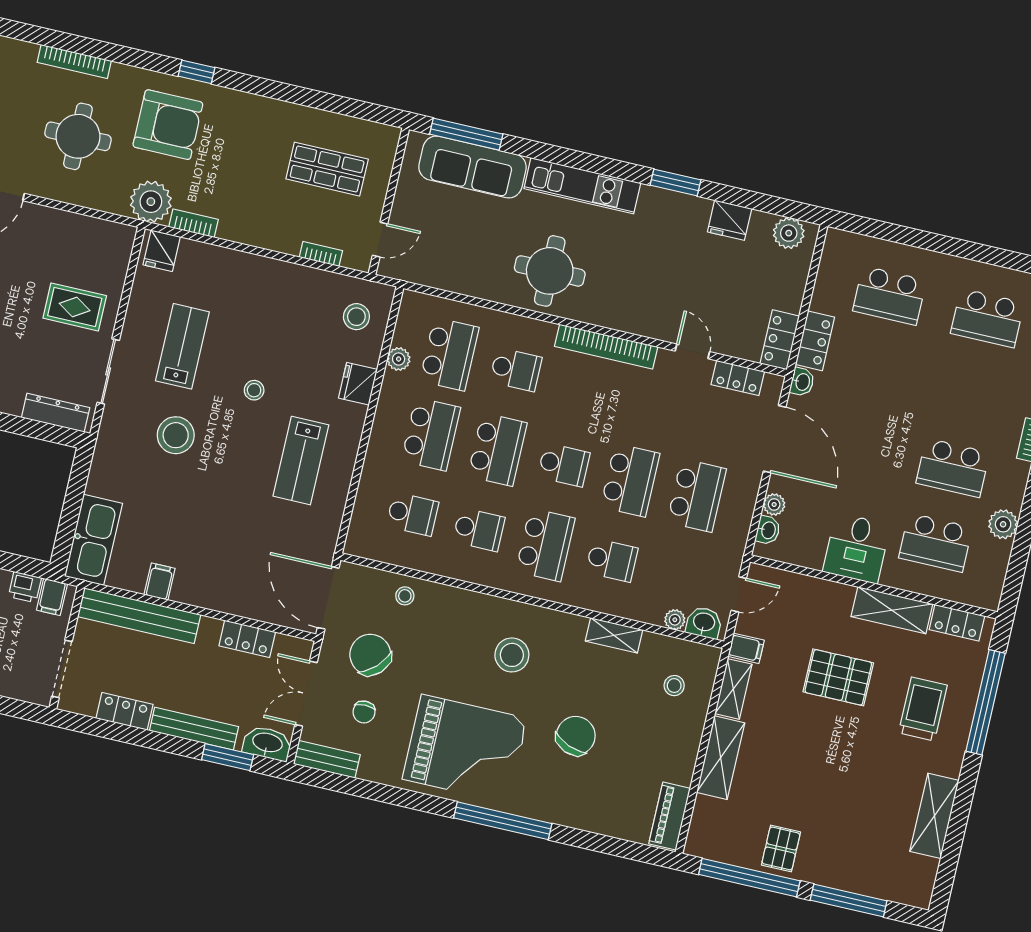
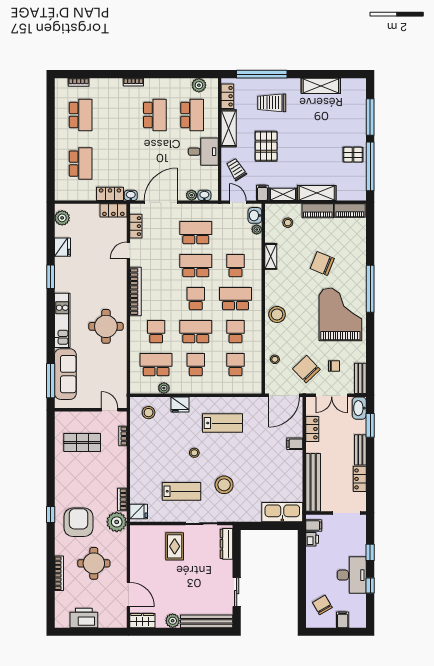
shop shelf: (327, 169) -> (82, 442), turned 90
lab bench: (182, 346) -> (181, 491), turned 180
school desk: (431, 434) -> (196, 365), width x0.54
plant: (1003, 524) -> (199, 85), moved
filing cabinet: (160, 582) -> (295, 444), moved
trolley: (805, 607) -> (236, 169), added
chair: (370, 655) -> (306, 369), turned 91
stool: (512, 655) -> (277, 314), moved
bench: (194, 729) -> (360, 450), width x0.73
piano: (684, 751) -> (318, 211), added

